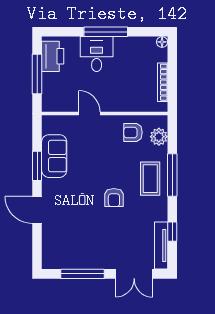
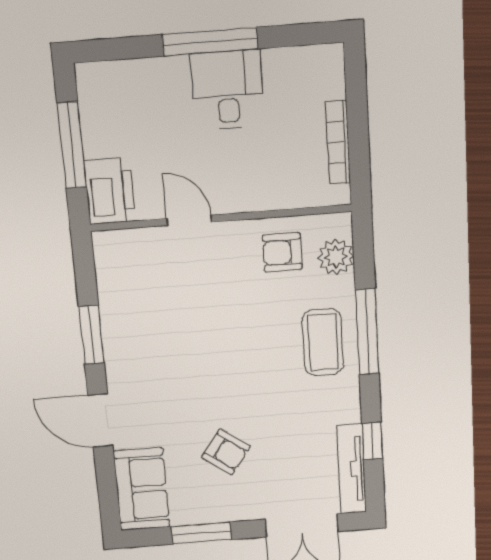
floor lamp: (162, 42) -> (332, 55), removed
desk: (97, 54) -> (228, 90), moved
printer: (53, 56) -> (110, 191), moved
sofa: (54, 156) -> (142, 489), moved
armchair: (114, 198) -> (226, 452), moved, turned -54
window: (83, 274) -> (201, 533), width x0.69

